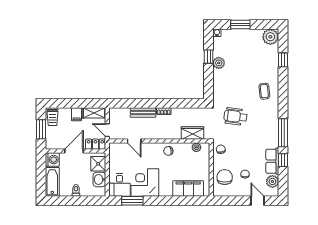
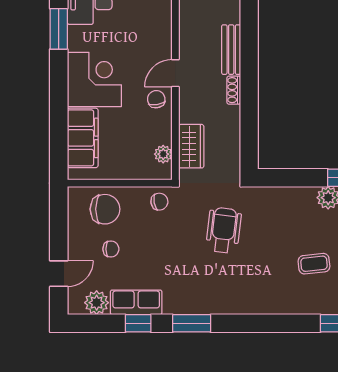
coffee table: (264, 91) -> (314, 264), moved
window: (283, 133) -> (192, 323), width x0.69
door: (134, 141) -> (175, 73), moved
corner desk: (145, 183) -> (94, 79), moved

